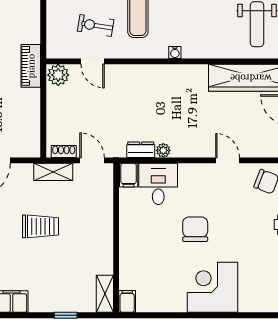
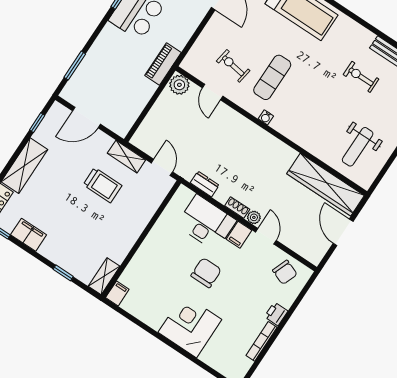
water cooler: (175, 53) -> (266, 117), moved
plant: (163, 150) -> (254, 217), moved
shoe rack: (64, 151) -> (237, 208), moved
filing cabinet: (129, 175) -> (239, 235), moved
desk: (158, 184) -> (206, 223), width x1.37
trolley: (41, 226) -> (103, 185), moved

